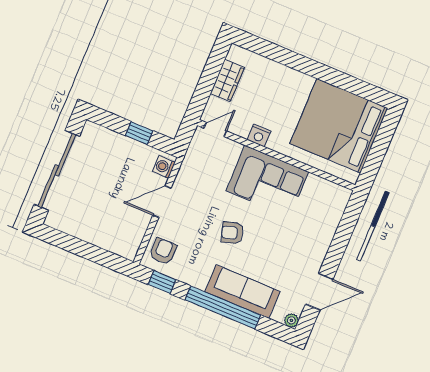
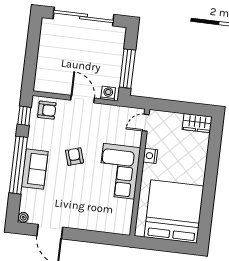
wardrobe: (227, 81) -> (197, 123), moved
door: (215, 130) -> (146, 123), swing flipped
window: (139, 133) -> (127, 69), width x2.17
sofa: (242, 292) -> (35, 169), width x0.73

